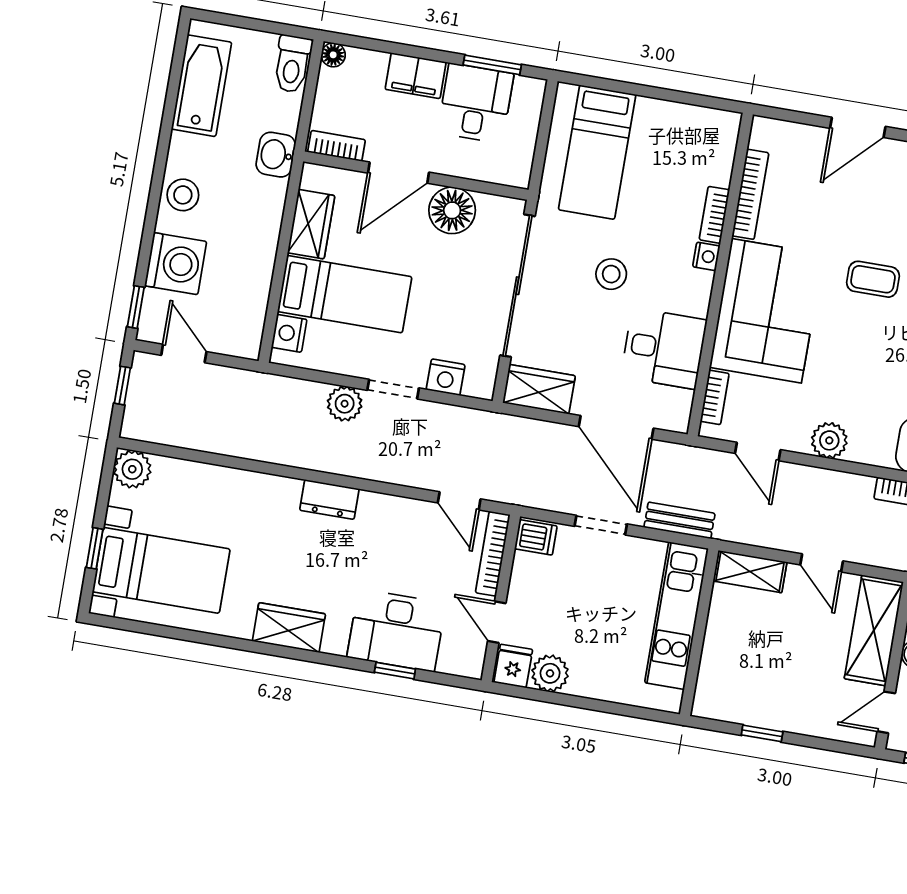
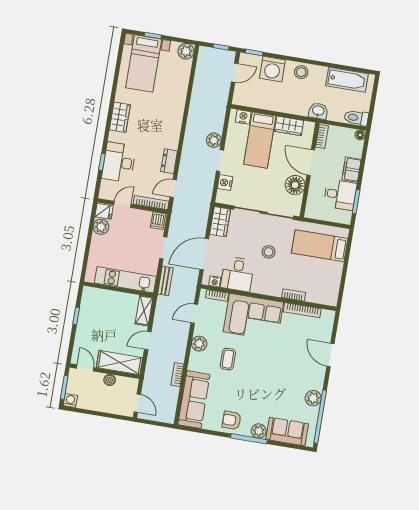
nightstand: (706, 256) -> (215, 281), moved
coffee table: (873, 279) -> (228, 359), moved
dresser: (329, 500) -> (169, 161), moved

